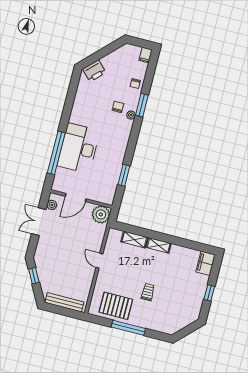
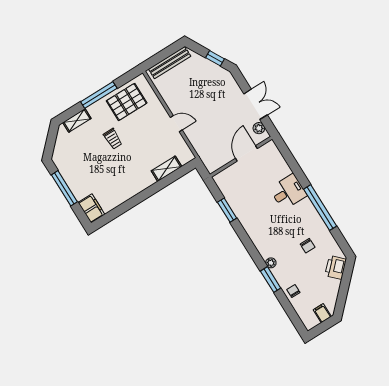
filing cabinet: (146, 55) -> (322, 313), moved
chair: (118, 107) -> (308, 246), moved
desk: (79, 148) -> (288, 192), width x0.53, depth x0.77
window: (56, 153) -> (320, 208), moved
plant: (101, 214) -> (213, 161), removed
shelving: (159, 245) -> (77, 120), moved
window: (209, 293) -> (64, 188), width x2.17

